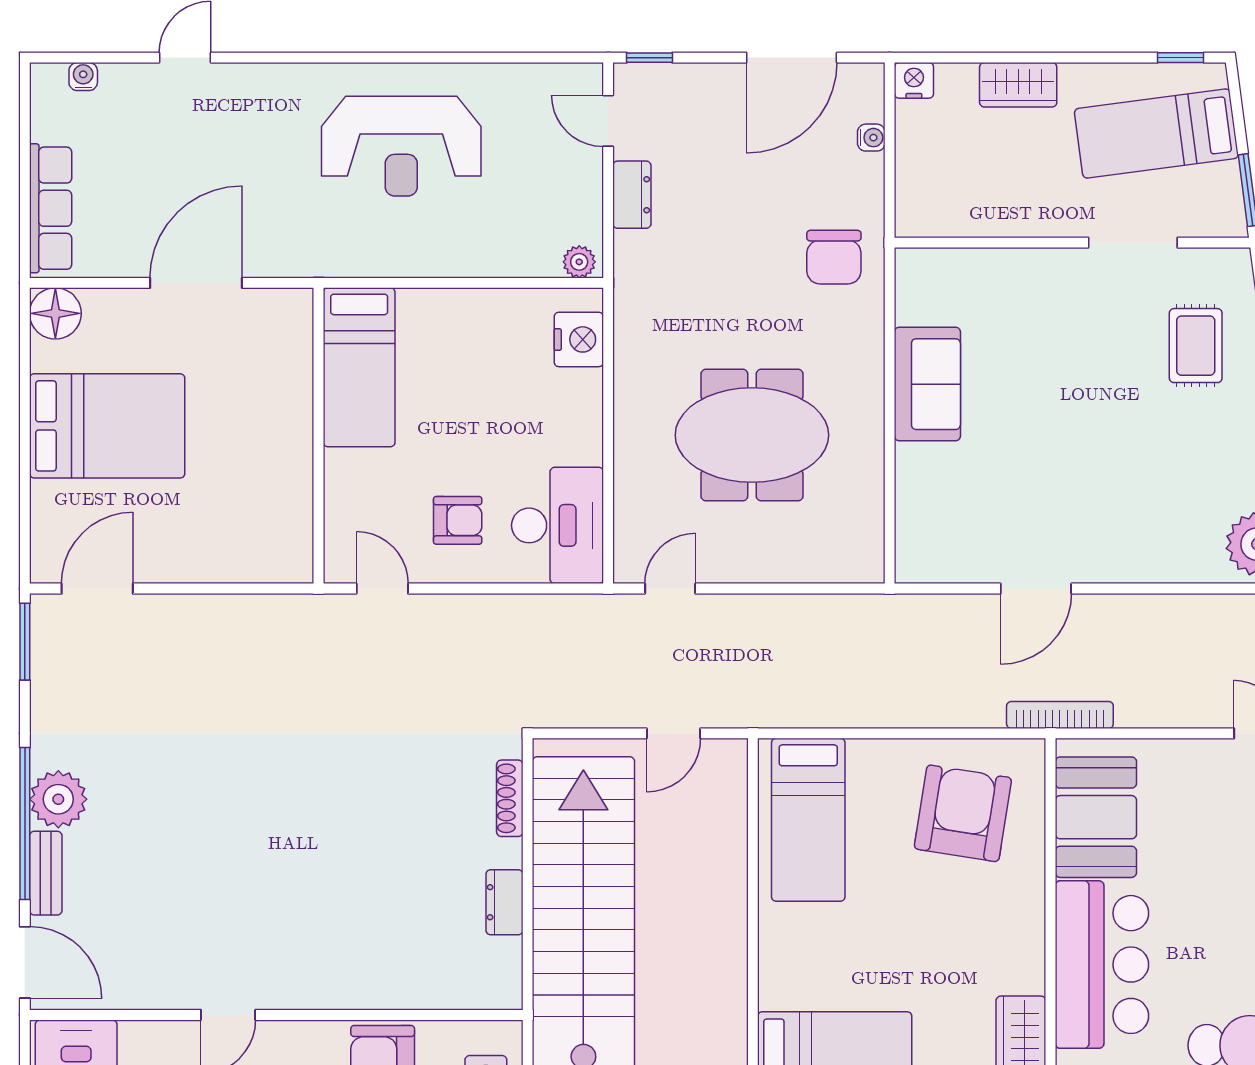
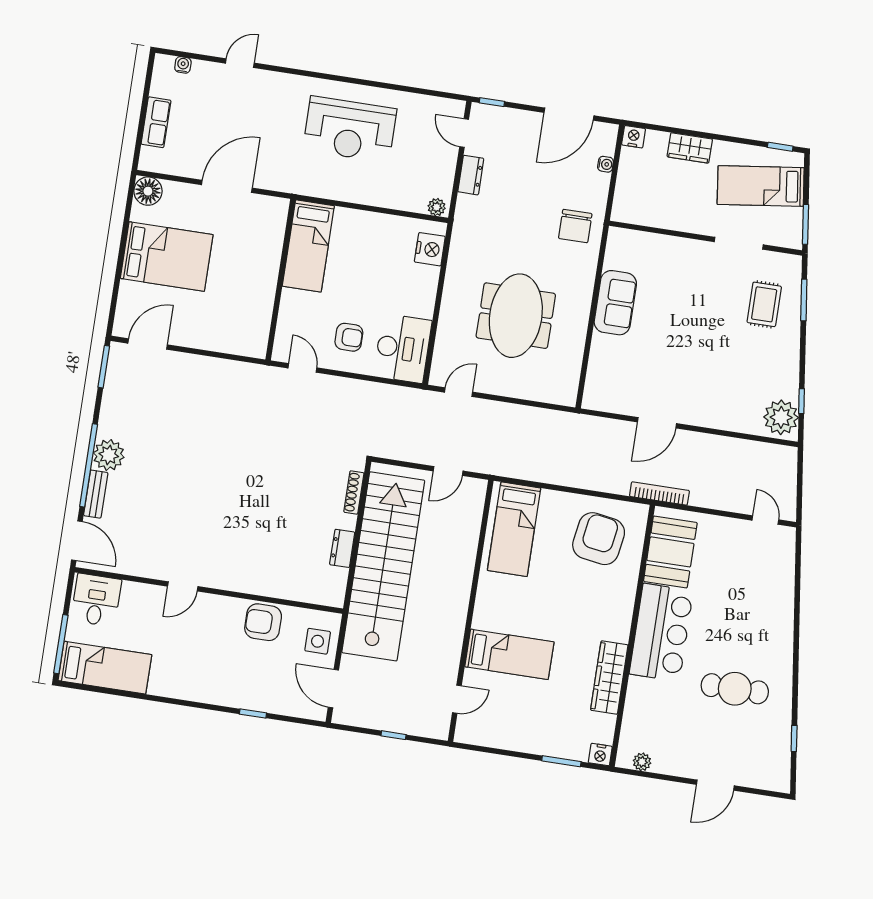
row of seats: (51, 208) -> (156, 122), width x0.68
meeting table: (752, 435) -> (516, 316), turned 90

